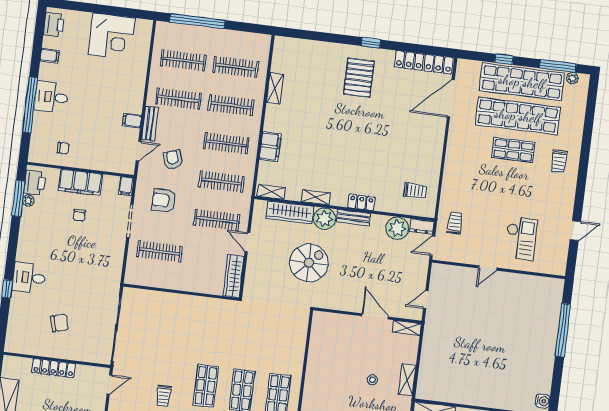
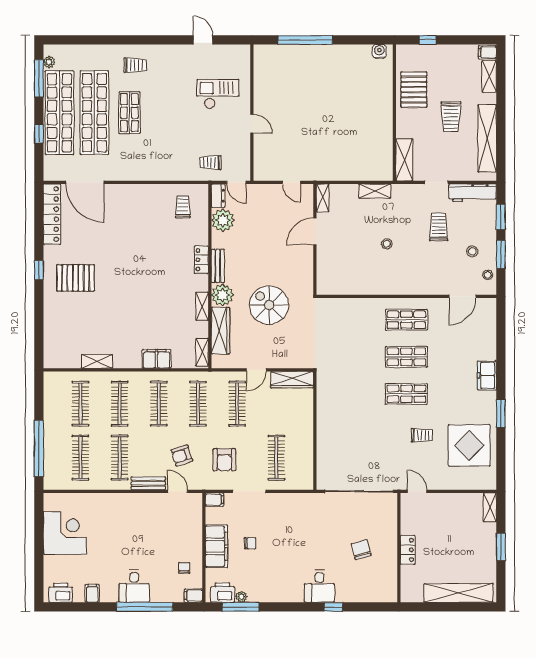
filing cabinet: (132, 121) -> (193, 596), moved, turned 90
locker: (54, 368) -> (408, 550), width x0.66
stool: (372, 380) -> (387, 244), moved

